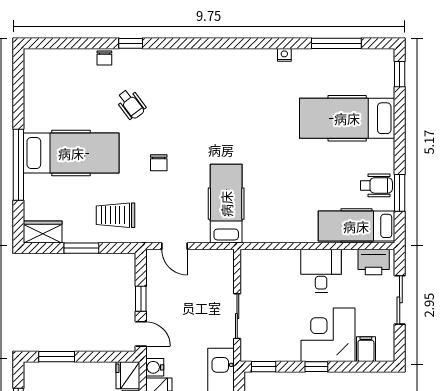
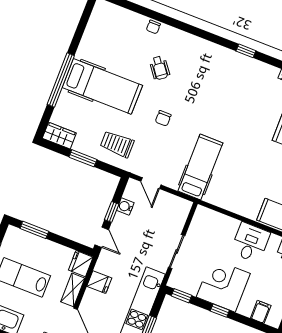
window: (131, 43) -> (246, 51), moved
corner desk: (328, 335) -> (223, 285), moved
water cooler: (155, 367) -> (125, 207), moved

